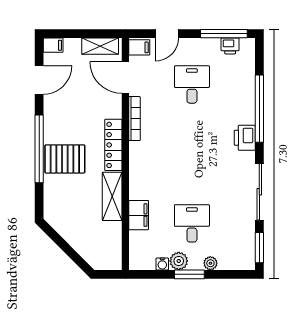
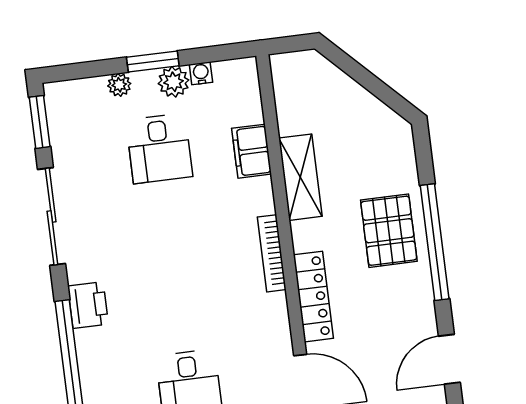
bookcase: (134, 119) -> (272, 253), moved
locker: (113, 145) -> (313, 297), moved
pallet: (65, 159) -> (389, 231), turned 90

